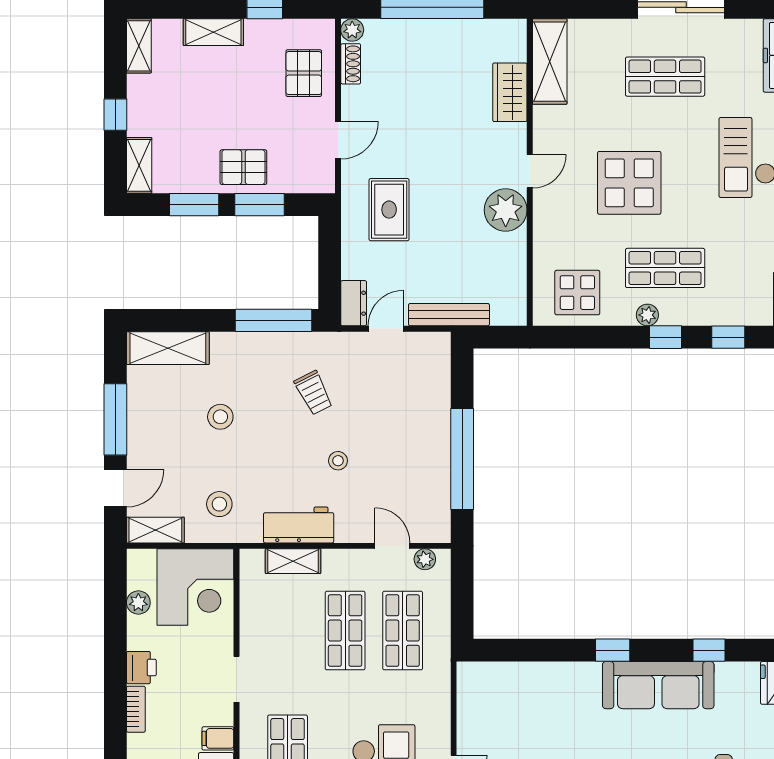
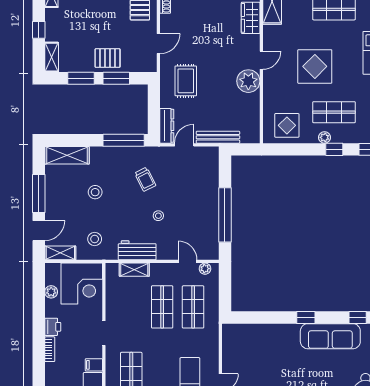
dresser: (354, 303) -> (167, 126), width x1.44

